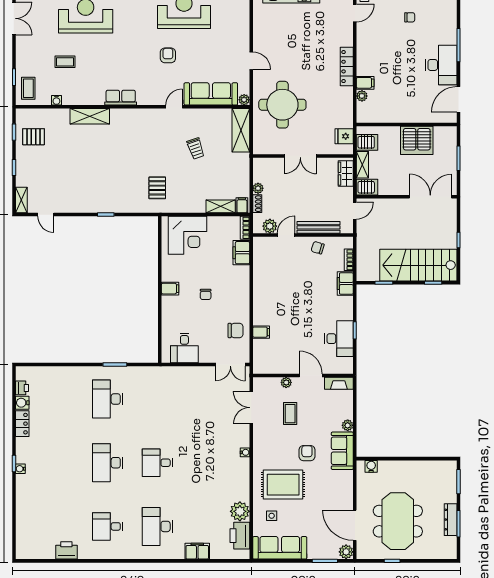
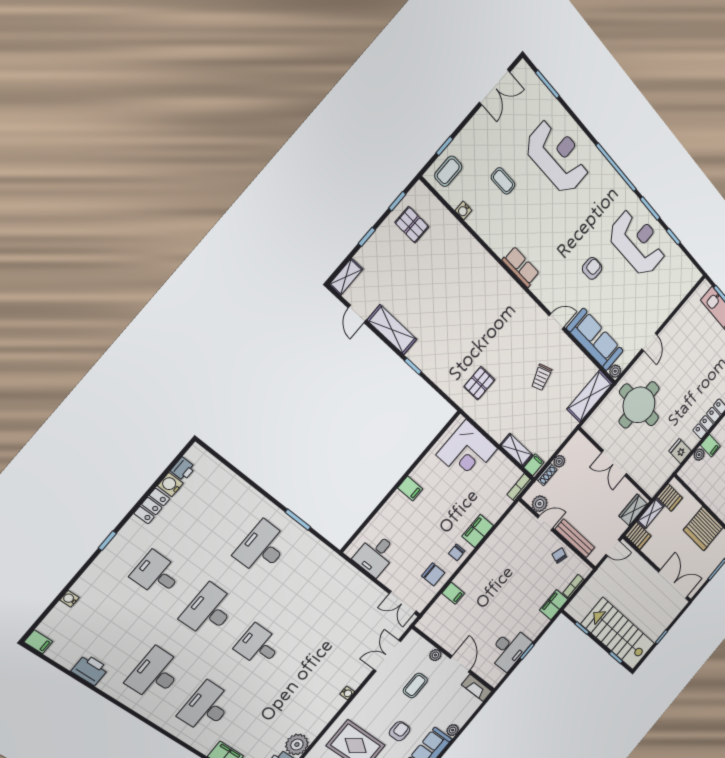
shelving: (90, 116) -> (392, 330), moved
fridge: (344, 136) -> (680, 451), moved
filing cabinet: (241, 253) -> (478, 531), moved
chair: (206, 294) -> (457, 552), moved
desk: (58, 463) -> (157, 574), added
water cooler: (20, 469) -> (69, 599), moved
desk: (108, 526) -> (155, 674), width x1.37
filing cabinet: (23, 553) -> (38, 642), added

